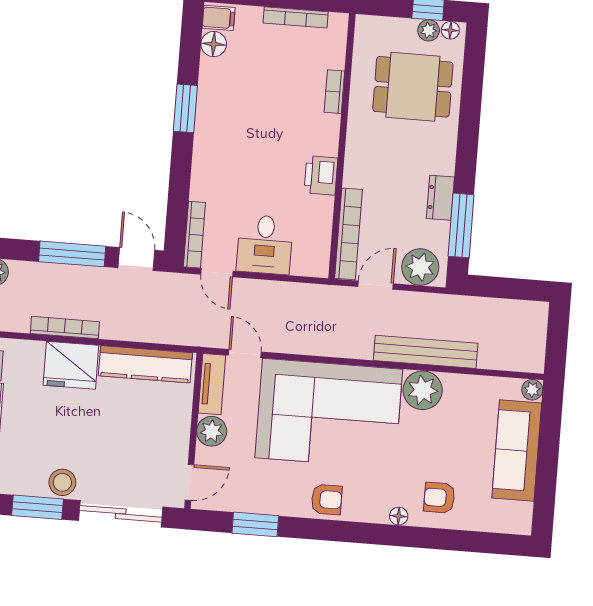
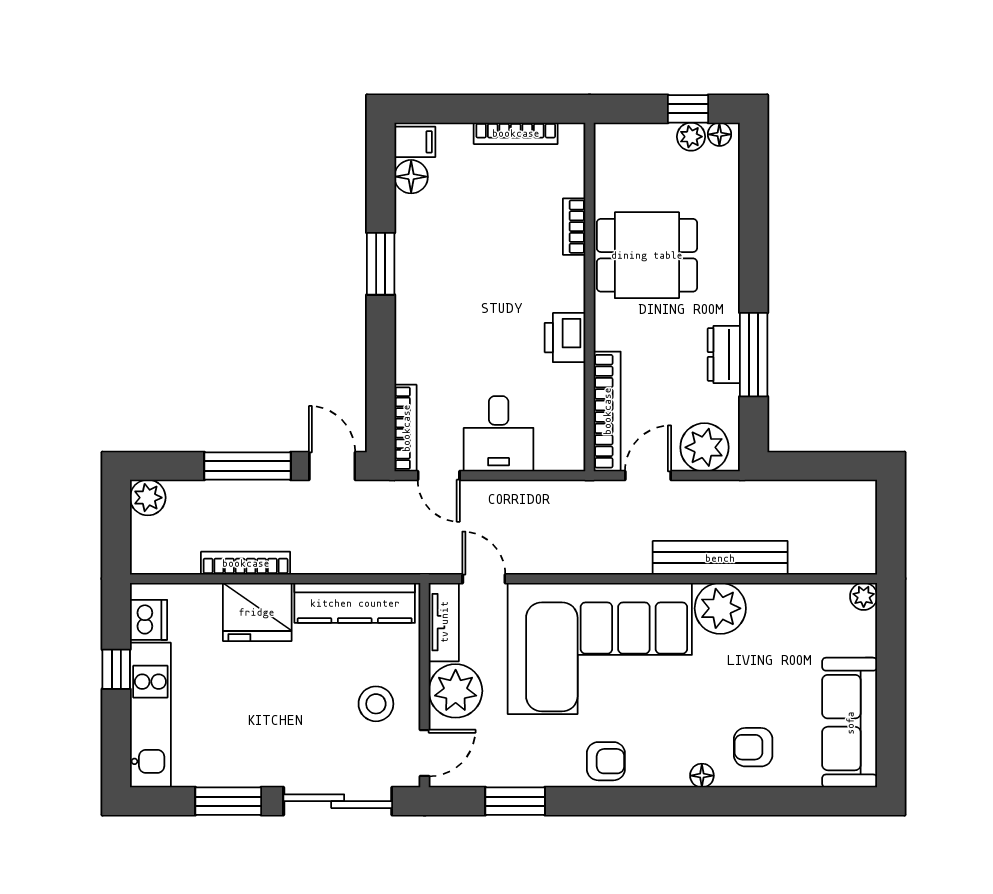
dining table: (413, 87) -> (647, 255), moved
window: (461, 225) -> (754, 355), moved
plant: (212, 431) -> (456, 691), width x1.36, depth x1.36
sofa: (517, 451) -> (850, 723), moved
stool: (62, 482) -> (376, 704), moved

